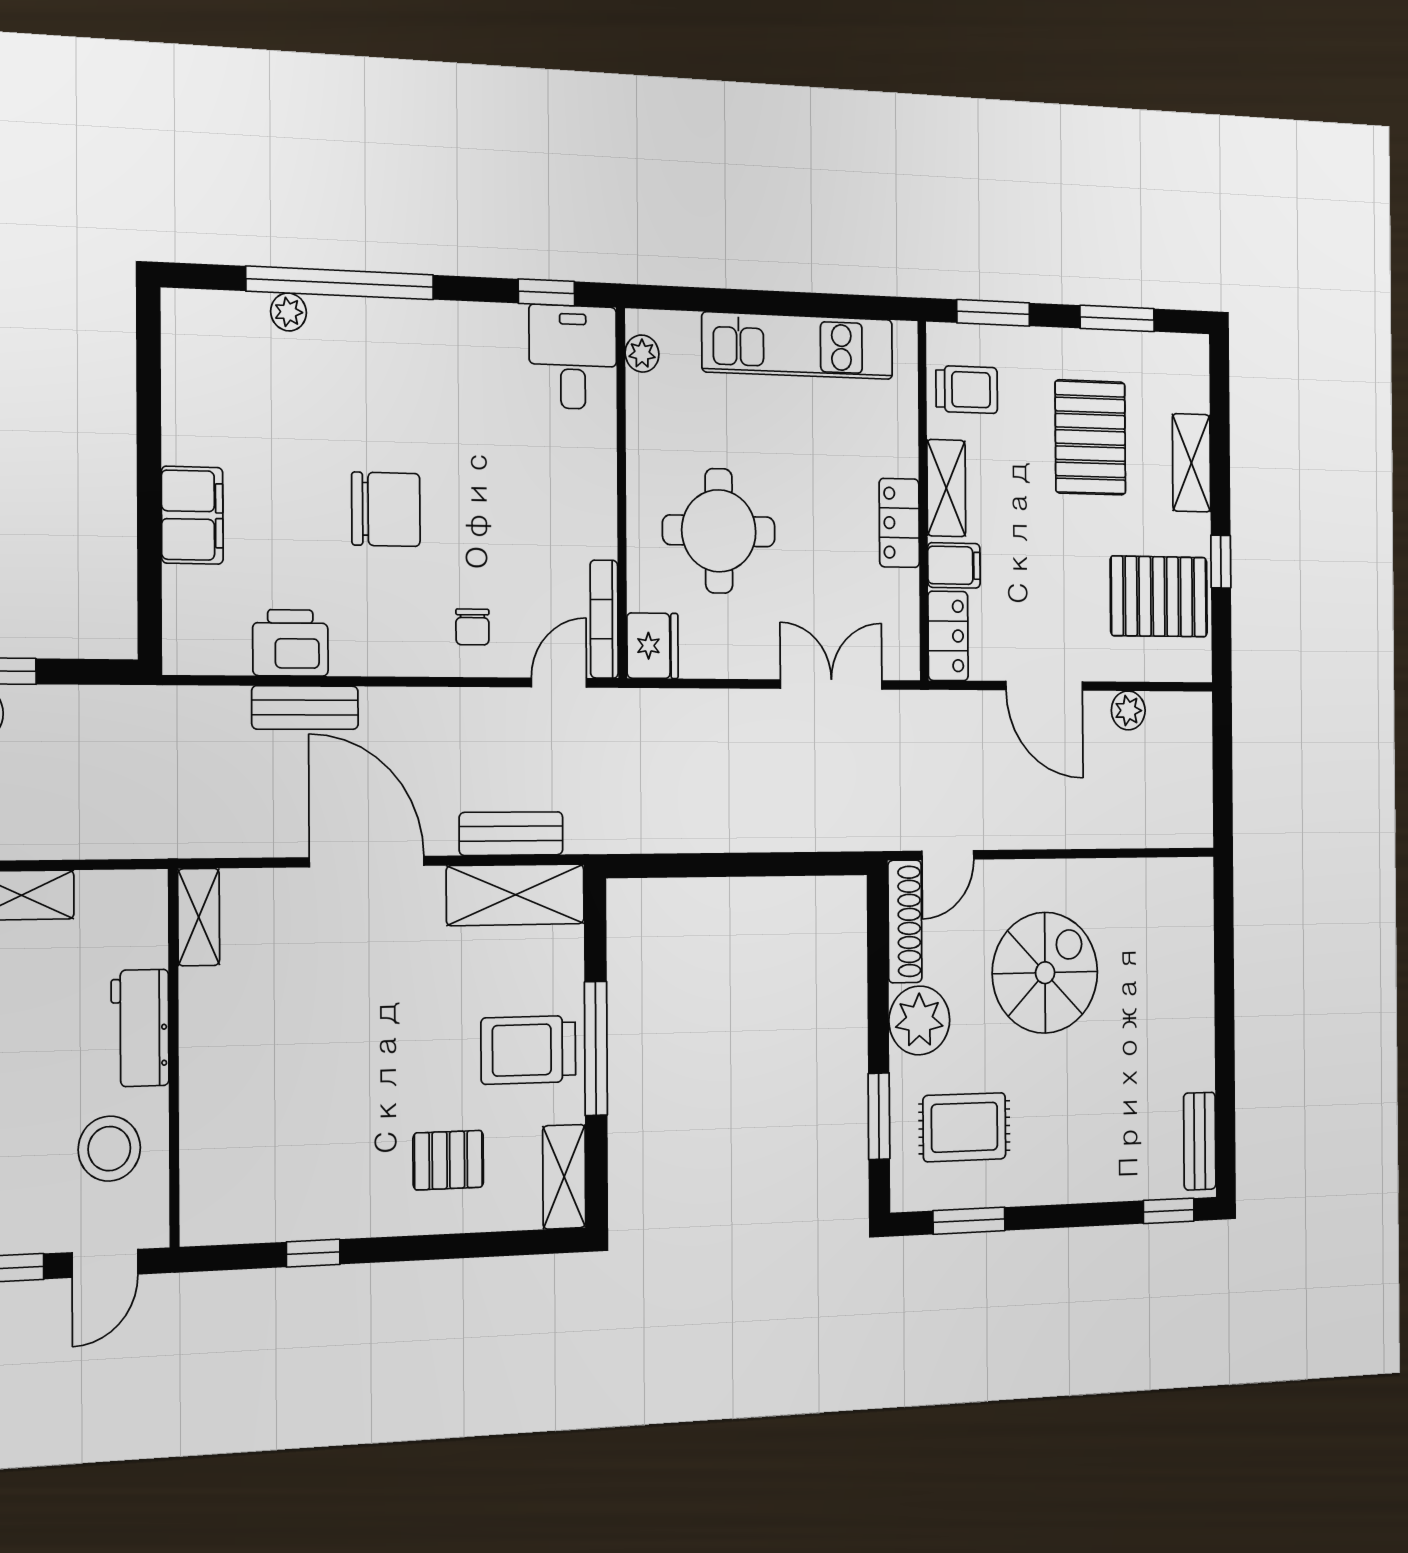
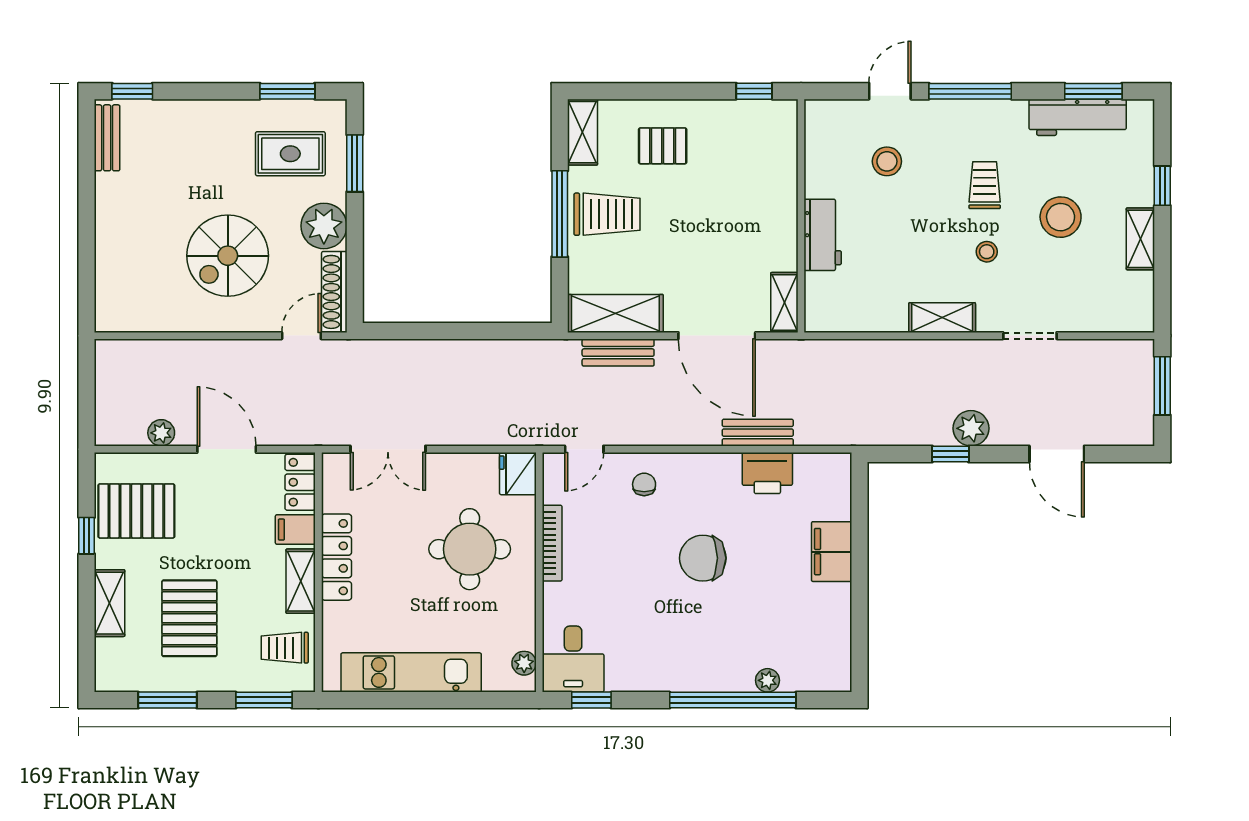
locker: (899, 523) -> (336, 557), width x1.53
bookcase: (604, 619) -> (552, 543), moved
shelving: (199, 917) -> (784, 302), moved
workbench: (140, 1028) -> (823, 235), moved
wall: (174, 1058) -> (801, 216), moved
stool: (109, 1149) -> (887, 161), width x0.73, depth x0.73

